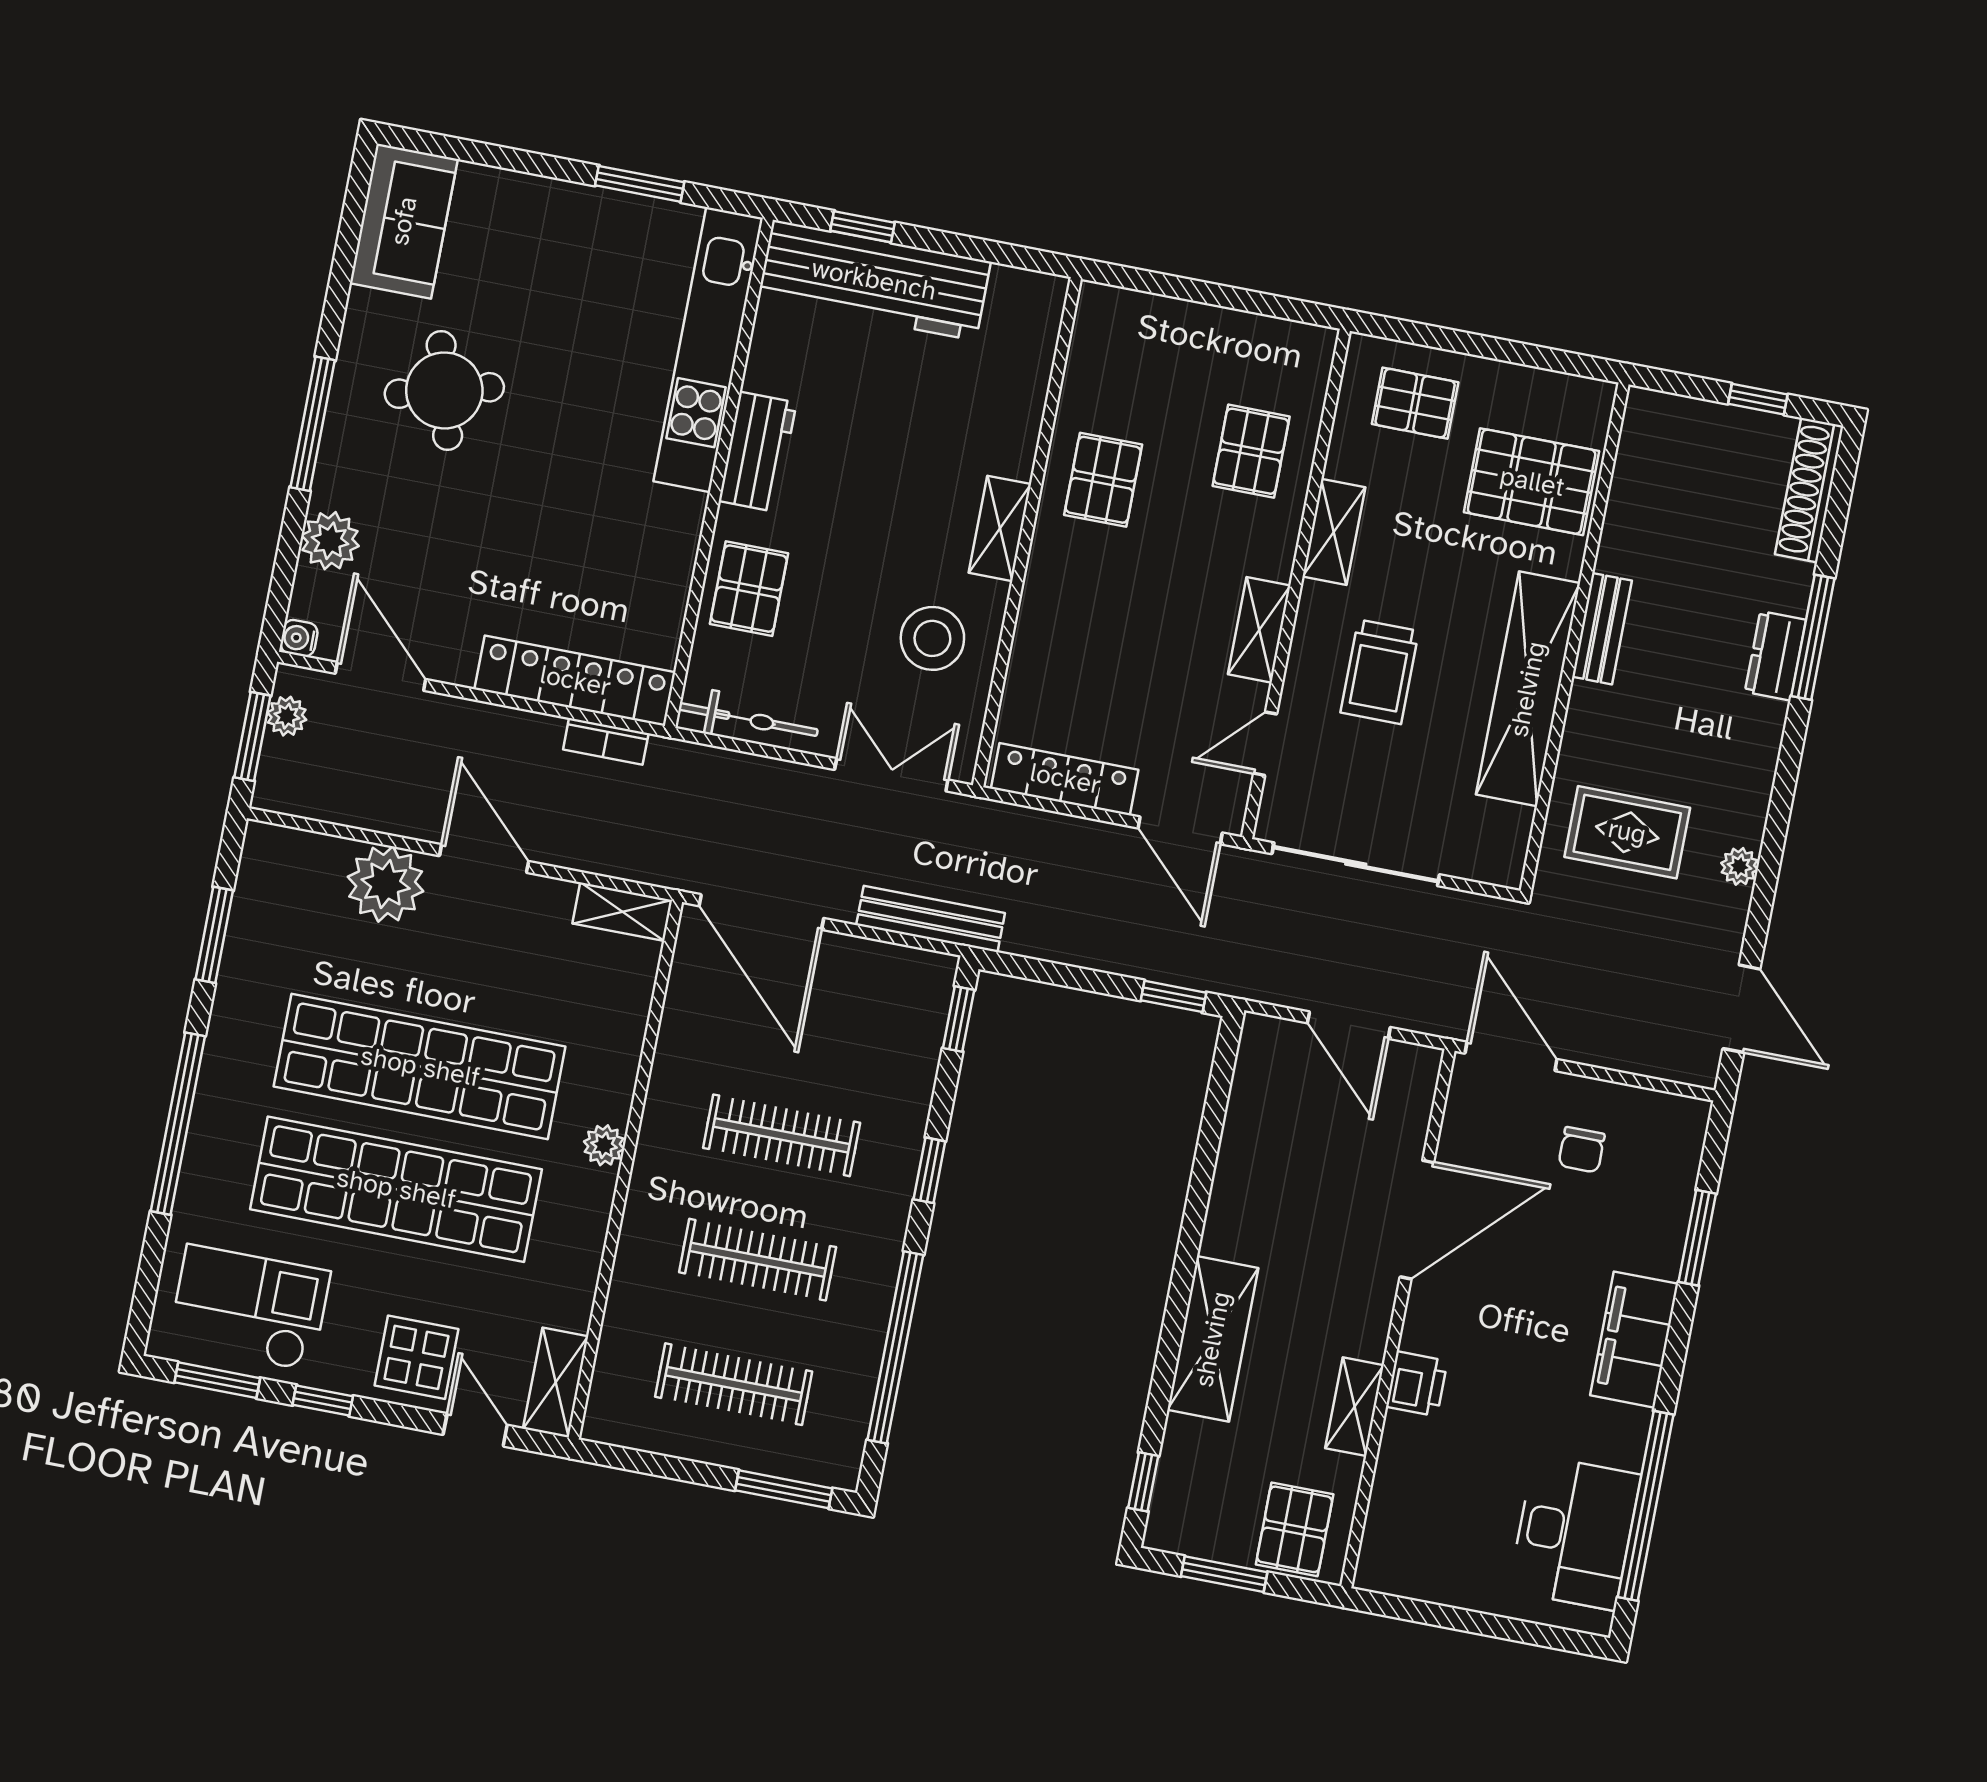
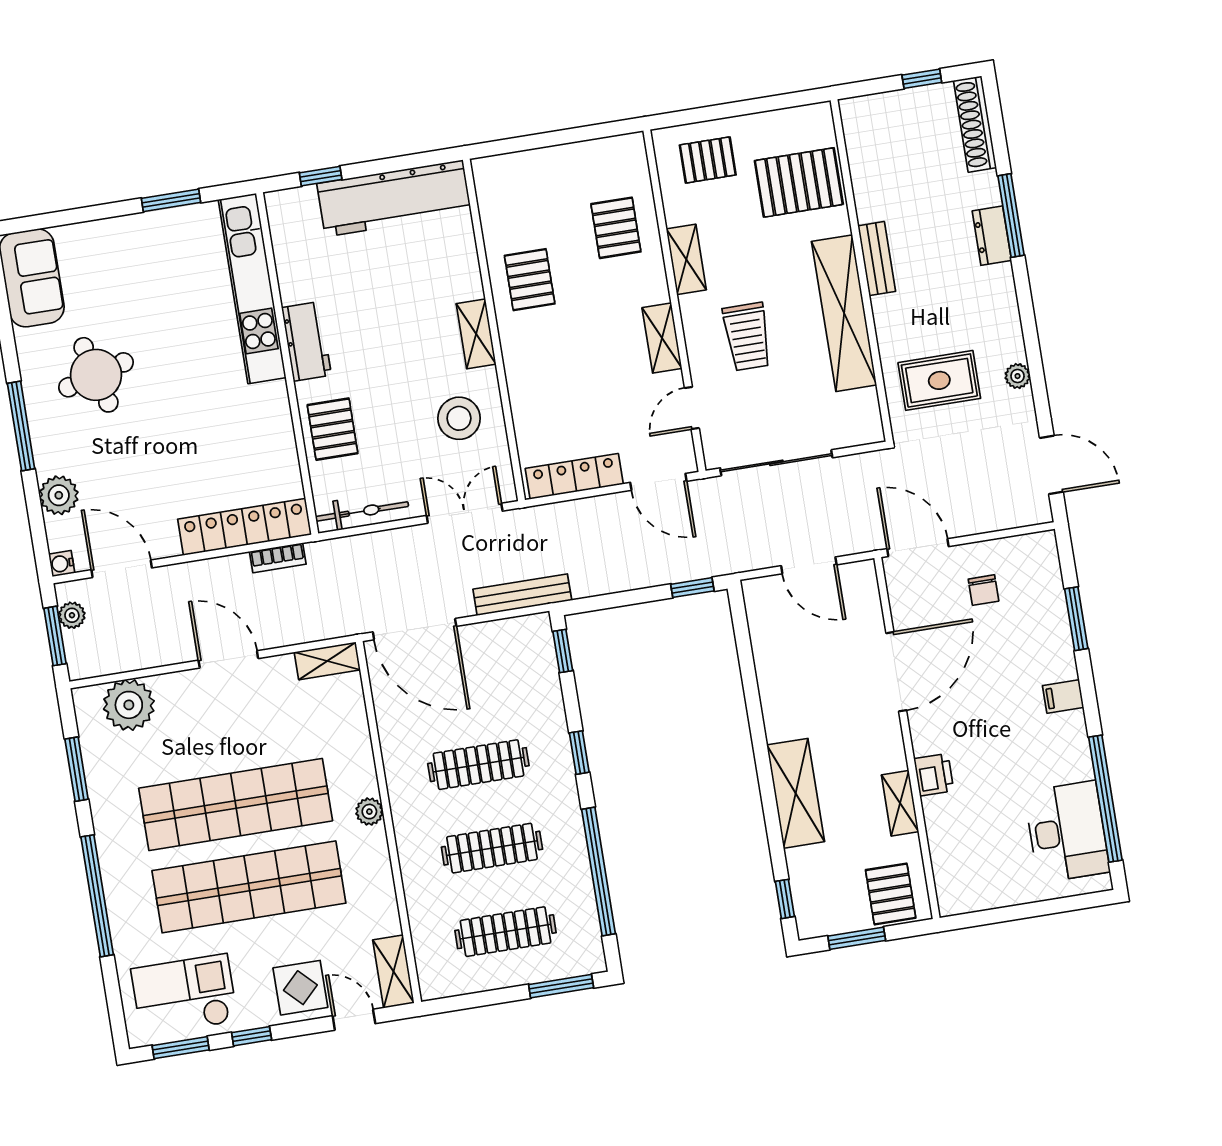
workbench: (874, 280) -> (394, 198), moved
plant: (386, 884) -> (129, 705), moved
filing cabinet: (1634, 1340) -> (1063, 696), width x0.33, depth x0.86

